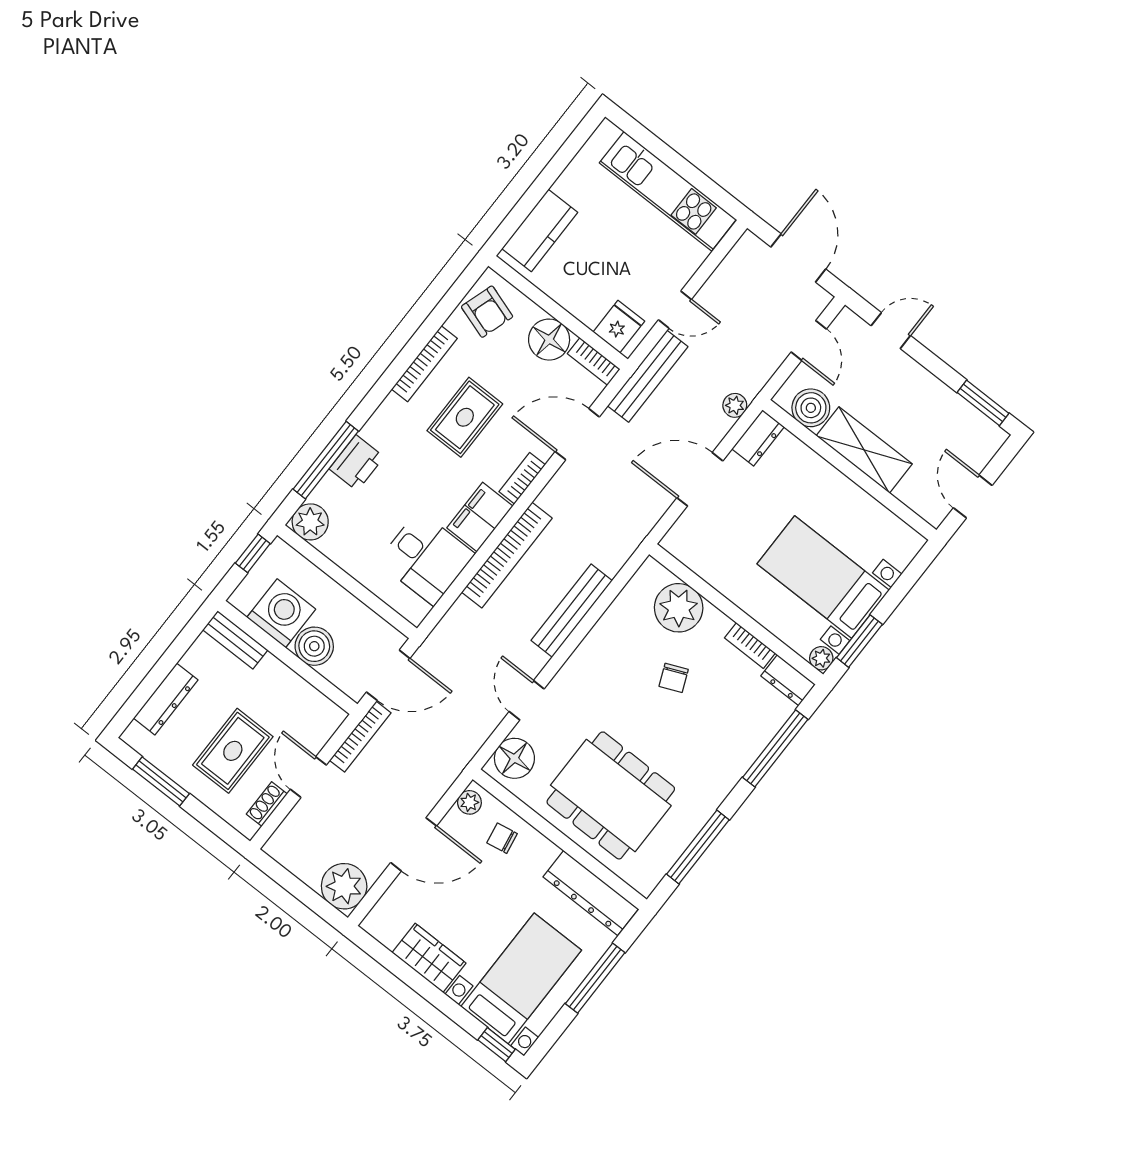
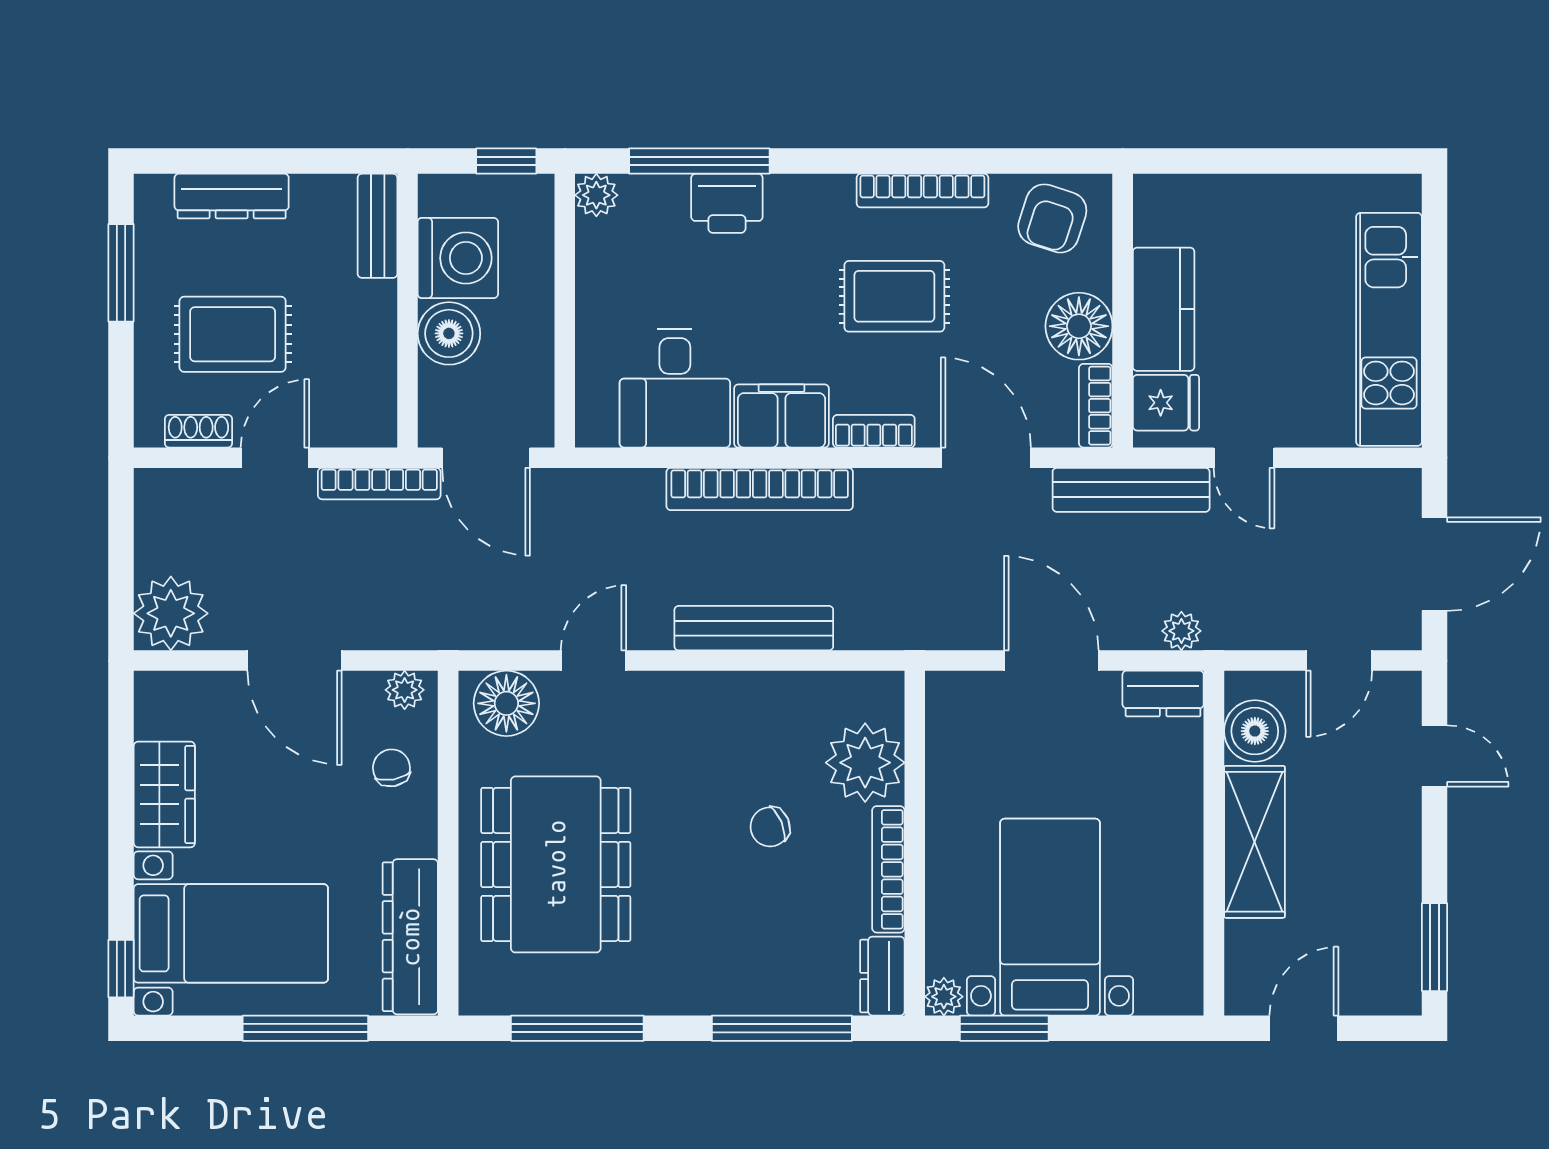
kitchen counter: (540, 230) -> (1164, 309), moved, turned -90
plant: (310, 522) -> (596, 195), width x0.73, depth x0.73
bookcase: (750, 645) -> (888, 869), width x1.56

